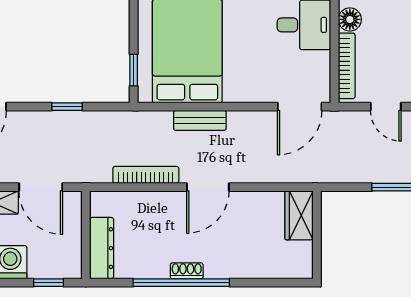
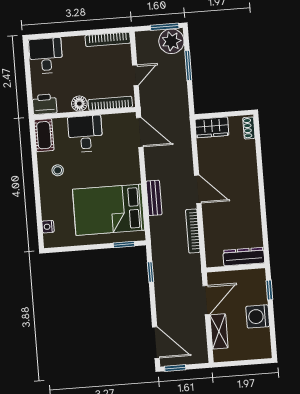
window: (67, 107) -> (151, 272), moved
shoe rack: (187, 271) -> (249, 128), moved
window: (181, 283) -> (262, 202), removed

